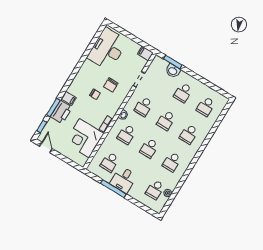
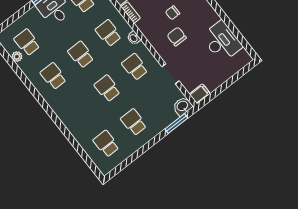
desk: (107, 49) -> (222, 41), width x0.73, depth x0.77
washbasin: (173, 71) -> (183, 106), moved
school desk: (189, 134) -> (80, 110), removed

